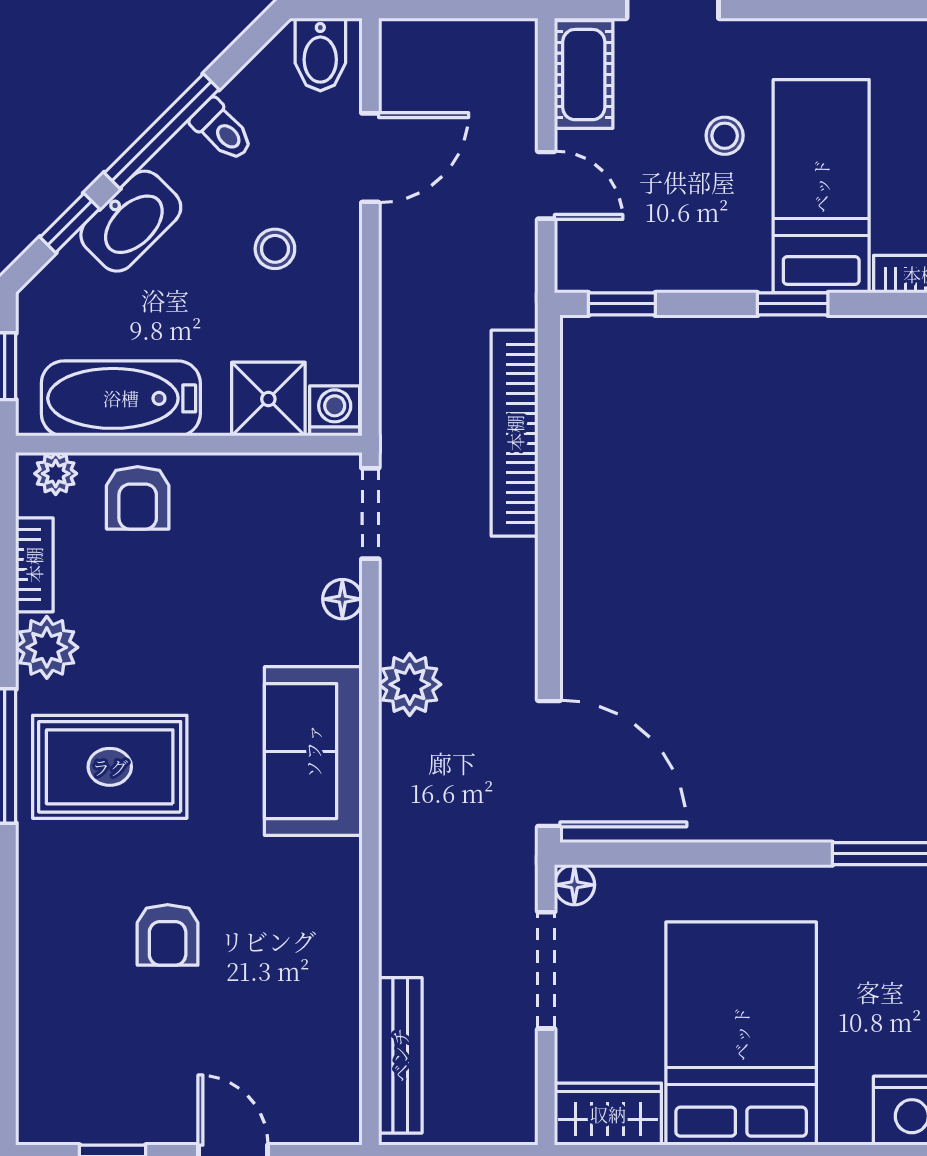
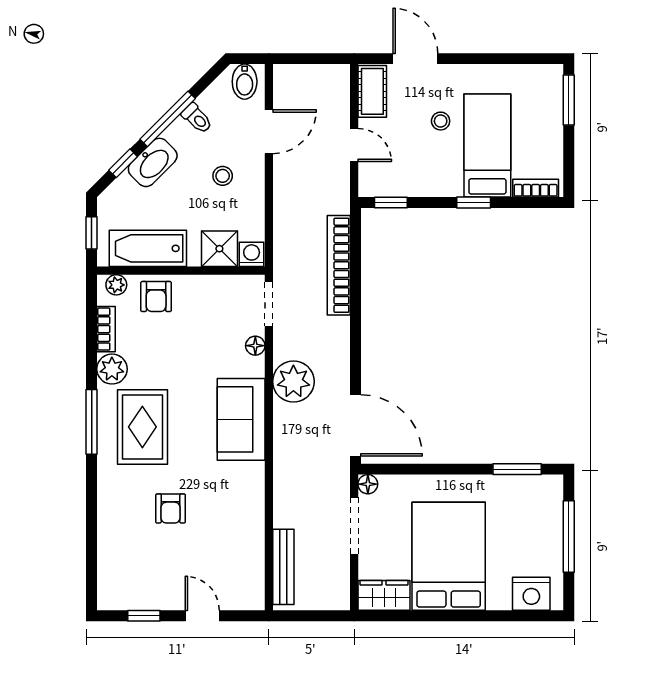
plant: (410, 684) -> (293, 382), width x1.36, depth x1.36
rug: (110, 767) -> (142, 427), turned 90

